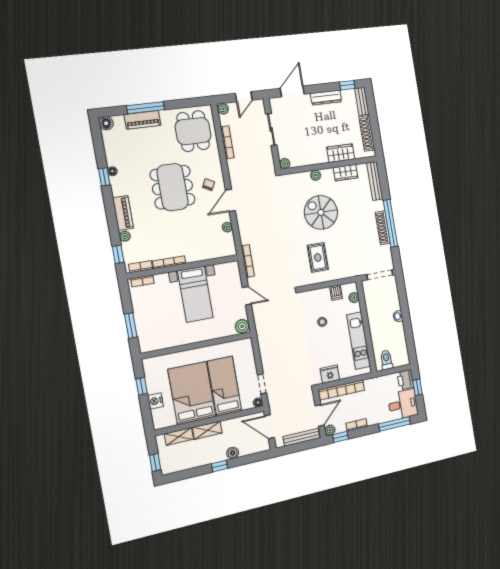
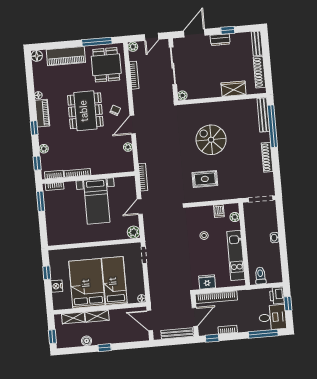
window: (347, 85) -> (228, 30), moved
dresser: (326, 98) -> (220, 40), width x0.70
window: (146, 108) -> (97, 42), moved
piano: (143, 120) -> (66, 56), width x1.37, depth x1.33
sliding door: (271, 129) -> (173, 66), width x1.37
wardrobe: (346, 173) -> (237, 106), removed
plant: (316, 175) -> (209, 107), removed
window: (104, 177) -> (34, 128), moved
piano: (123, 213) -> (42, 113), moved
window: (391, 223) -> (272, 126), moved
rug: (318, 257) -> (205, 179), turned 90
door: (247, 296) -> (140, 207), swing flipped
window: (131, 326) -> (41, 201), moved
doorway: (262, 384) -> (144, 255), moved
plant: (330, 430) -> (203, 331), removed
boiler: (233, 453) -> (87, 341), moved

